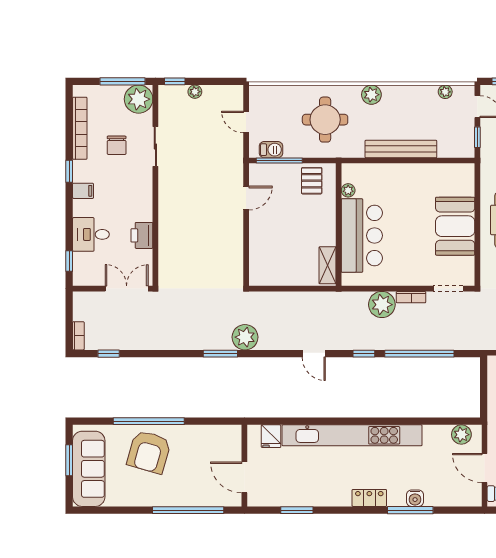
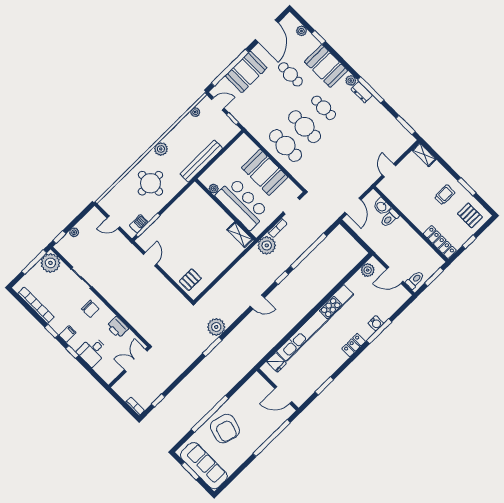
chair: (117, 145) -> (90, 309), moved
pallet: (312, 181) -> (190, 280), moved, turned 90
plant: (348, 190) -> (214, 188), moved
wall: (339, 225) -> (226, 210), moved
bar counter: (362, 236) -> (242, 204), moved
window: (69, 261) -> (72, 352), moved
shelving: (328, 265) -> (240, 235), moved

